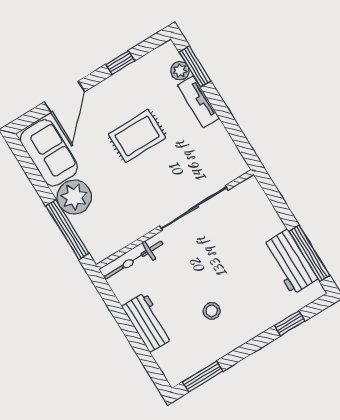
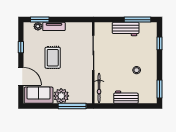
workbench: (290, 262) -> (126, 29), moved

